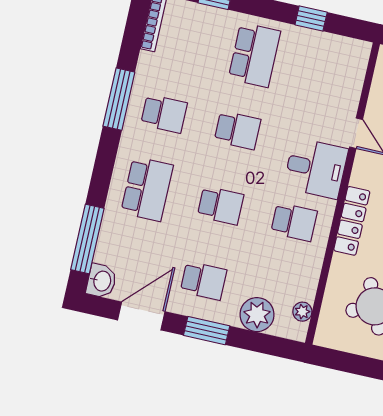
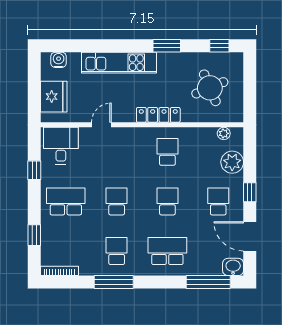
desk: (316, 168) -> (61, 146), moved
window: (207, 331) -> (250, 192), width x0.67

